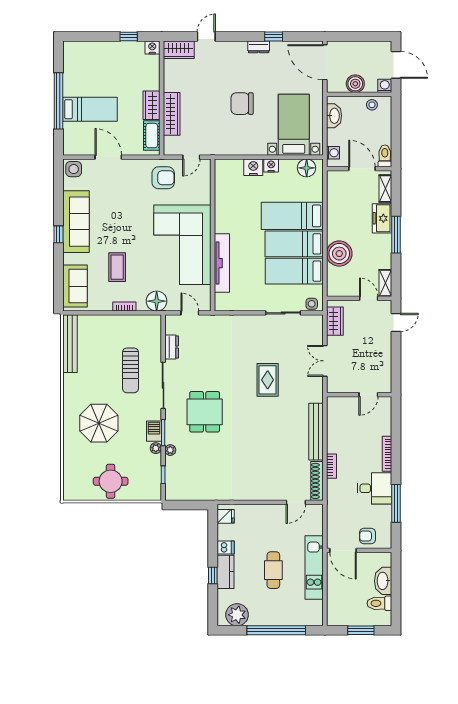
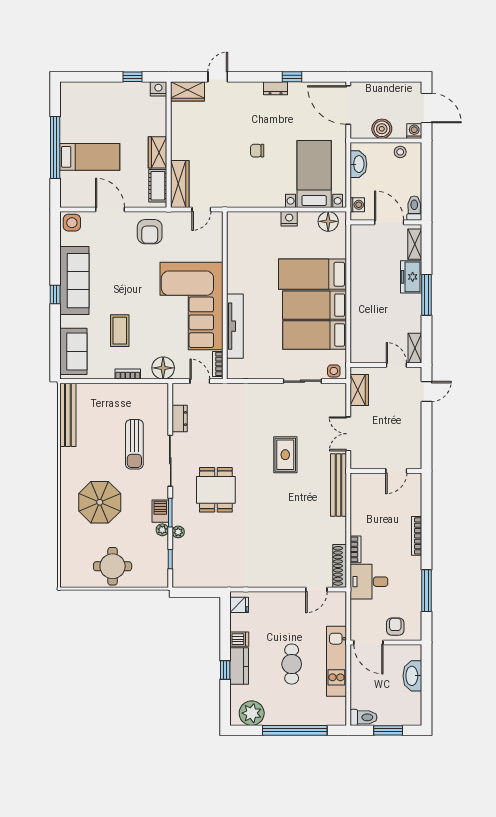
chair: (242, 104) -> (257, 151), width x0.54, depth x0.54
wardrobe: (172, 114) -> (180, 184), moved
nightstand: (253, 167) -> (270, 221), removed
armchair: (163, 178) -> (150, 232), moved, turned 90
boiler: (339, 254) -> (364, 316), removed
bookcase: (206, 297) -> (218, 364), added
bench: (316, 432) -> (339, 485), moved
desk: (374, 488) -> (369, 582), moved, turned 180
armchair: (367, 536) -> (395, 627), turned 90
toilet: (379, 603) -> (364, 717), moved, turned 180

